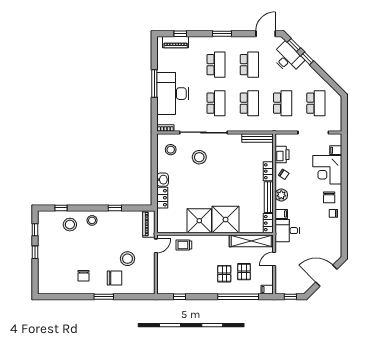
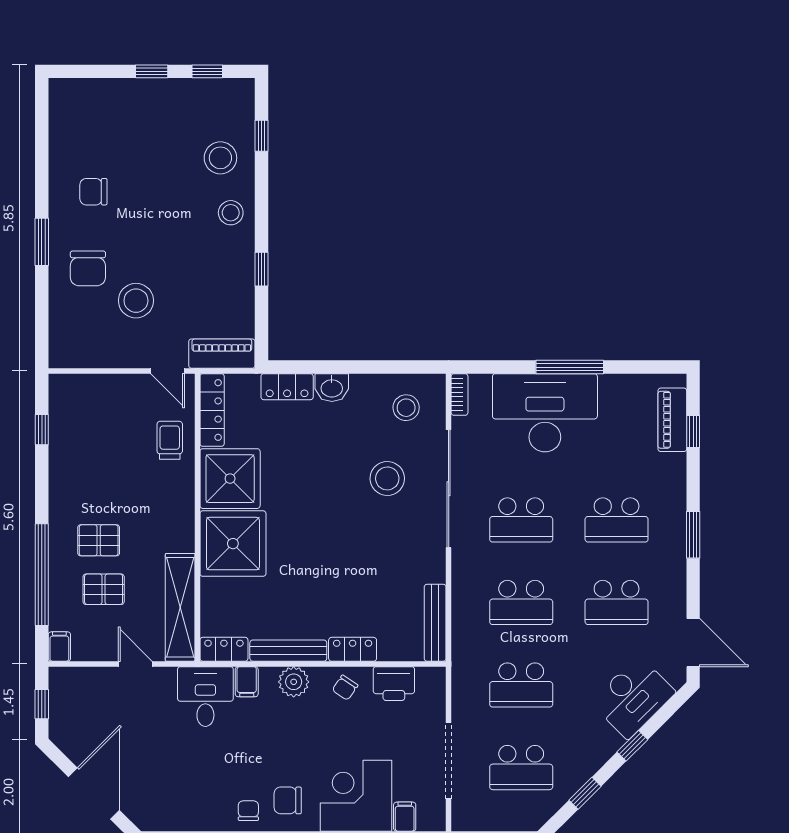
window: (294, 45) -> (585, 793), moved
locker: (172, 228) -> (212, 410), added

